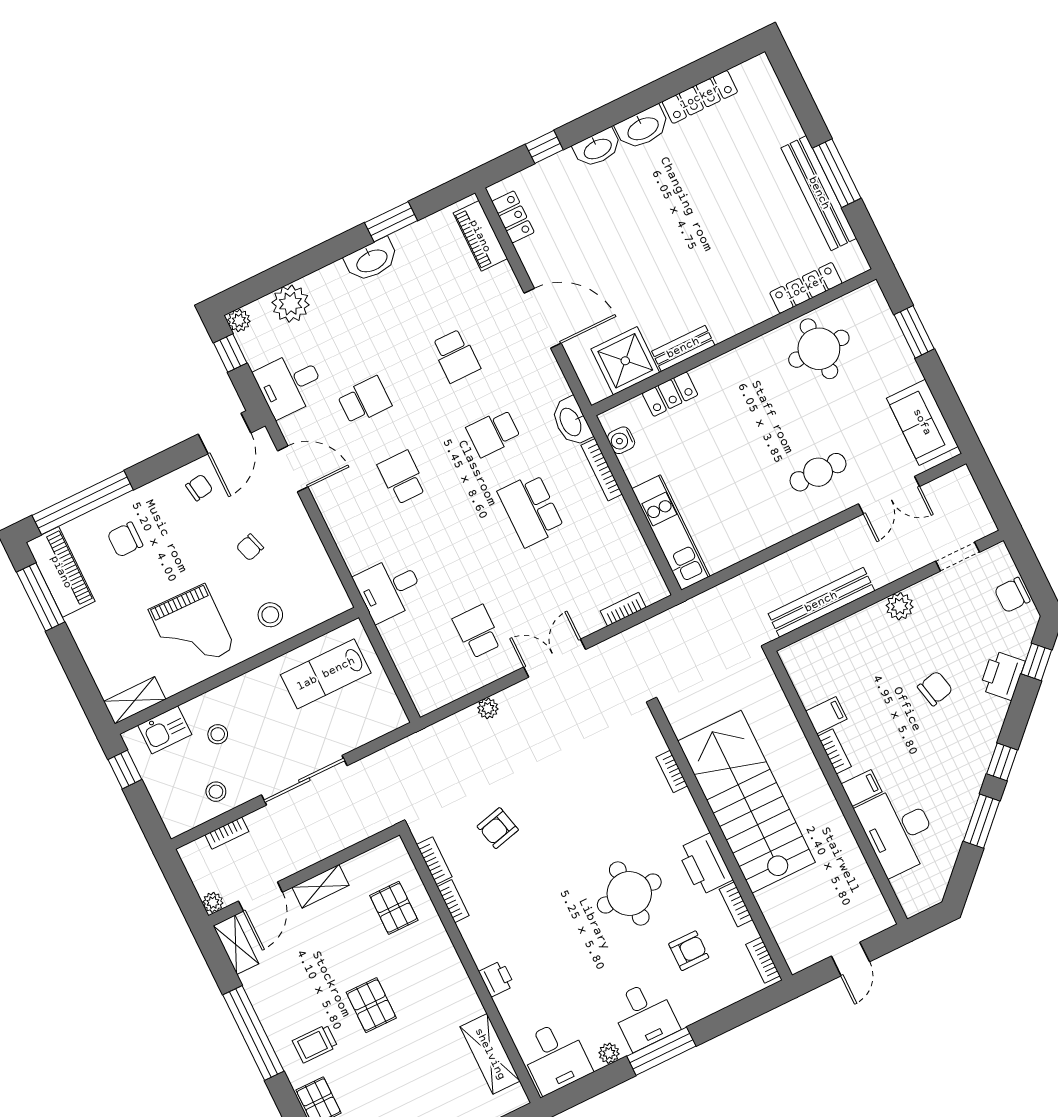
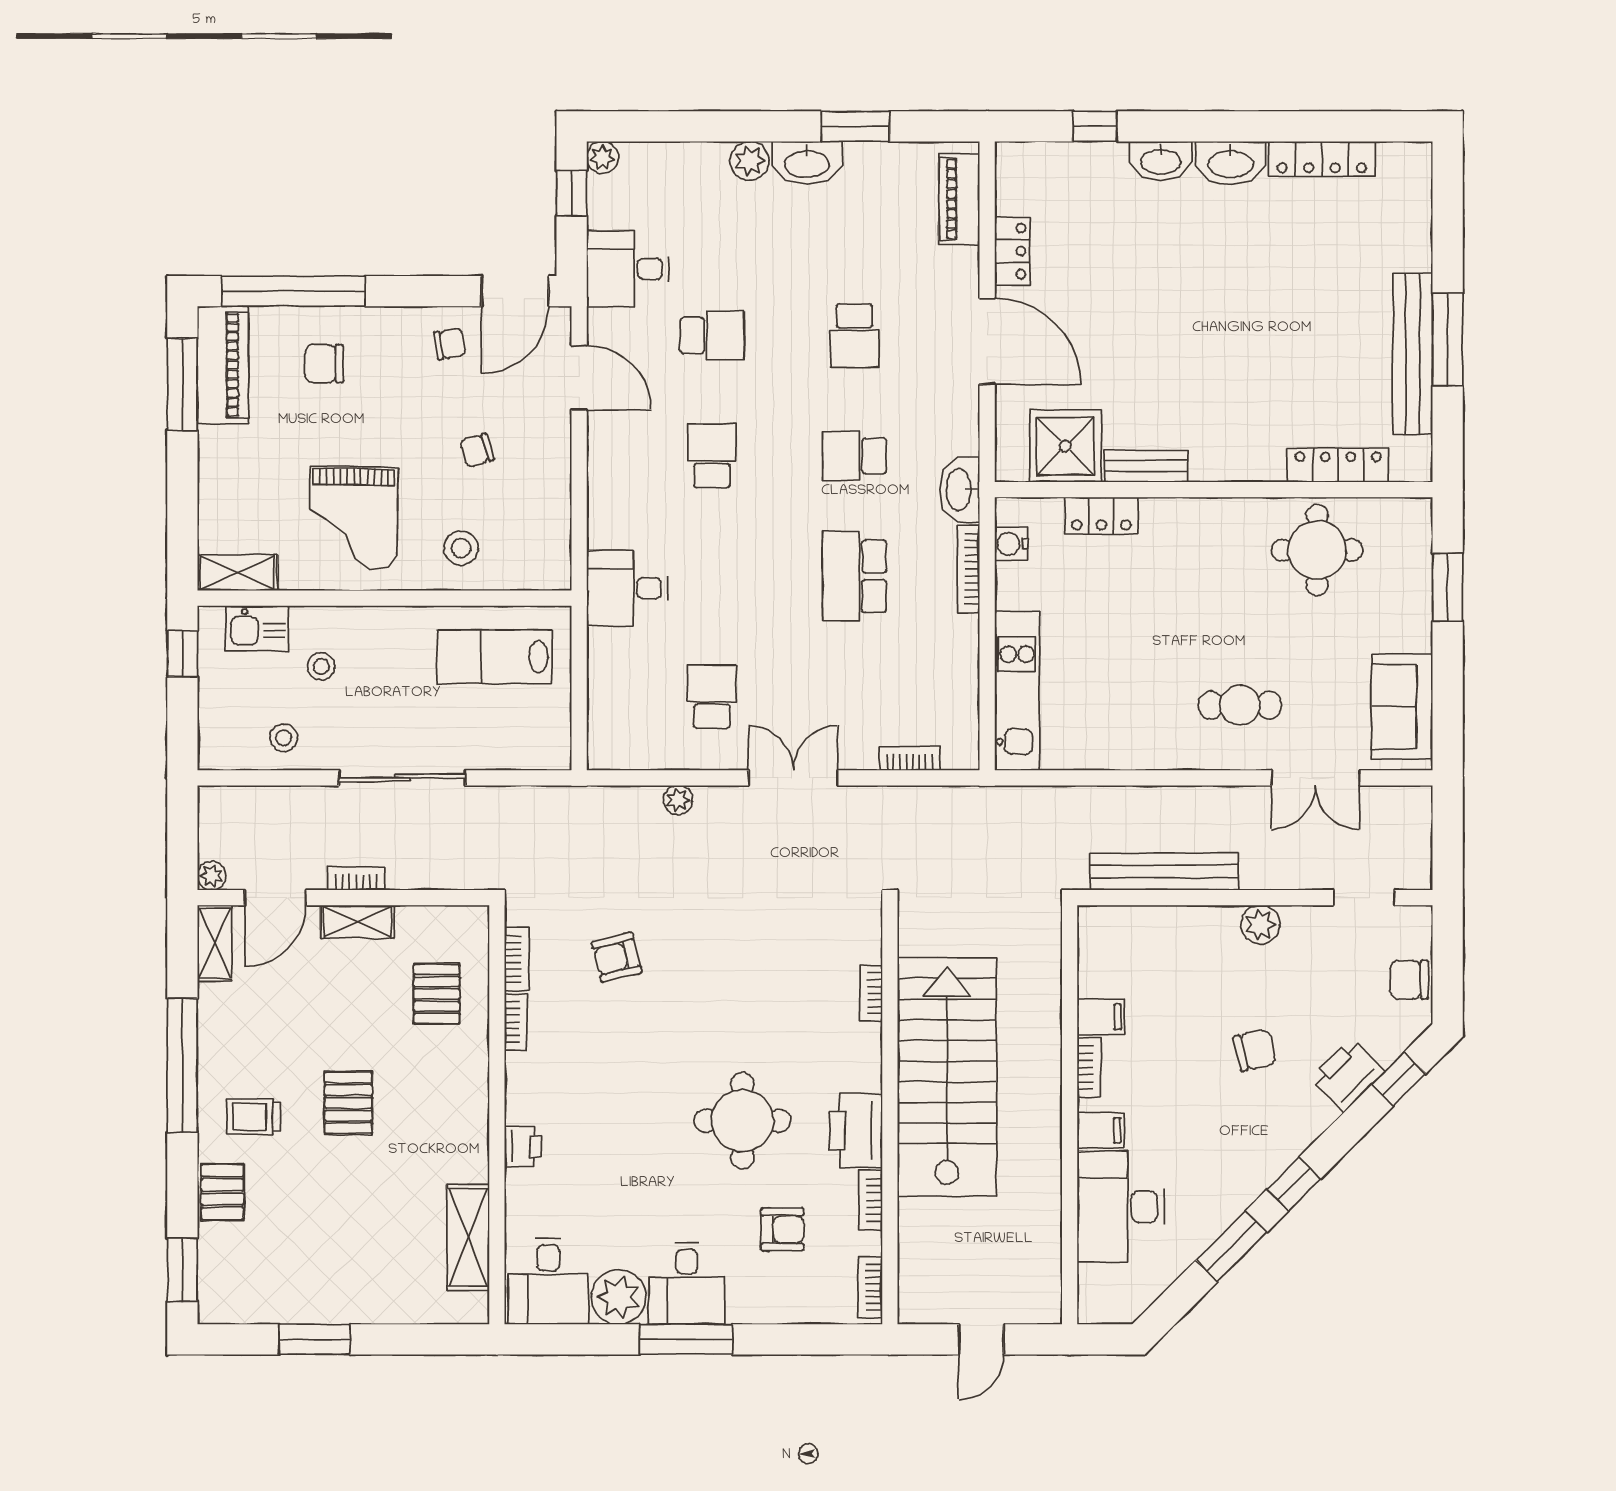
locker: (513, 217) -> (1012, 251), moved
plant: (291, 304) -> (750, 161), moved, width x0.73, depth x0.73
bookcase: (227, 833) -> (356, 879), moved, turned 180
plant: (609, 1053) -> (619, 1297), width x1.88, depth x1.88

